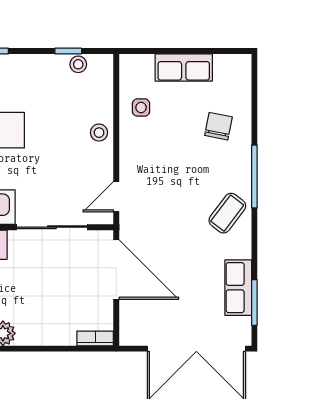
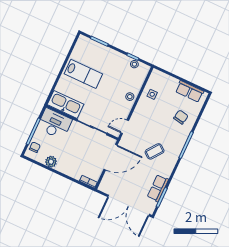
row of seats: (184, 68) -> (190, 91), moved
coffee table: (227, 213) -> (155, 151), moved
door: (116, 270) -> (111, 157), hinge flipped

